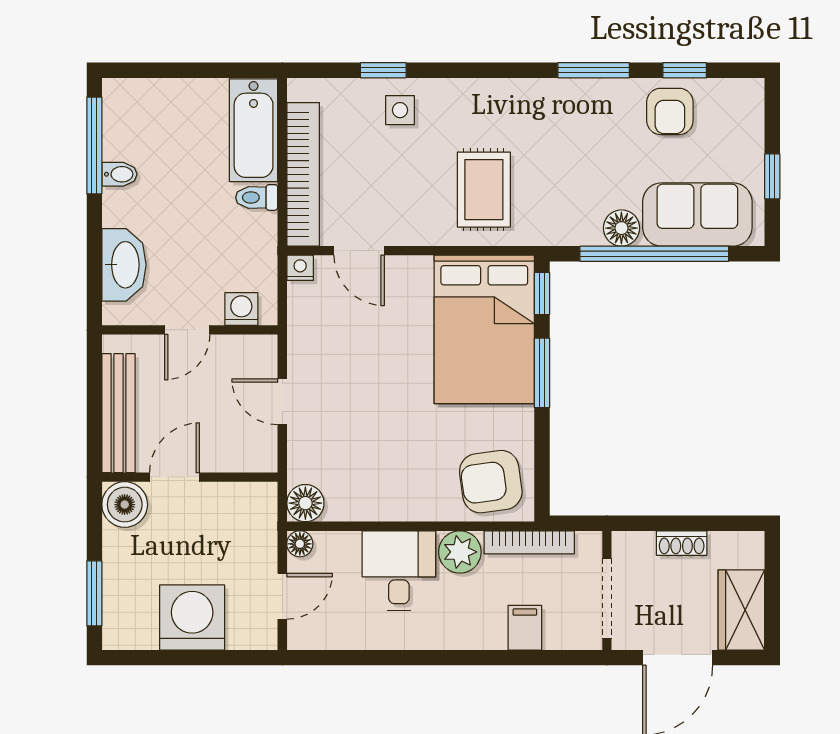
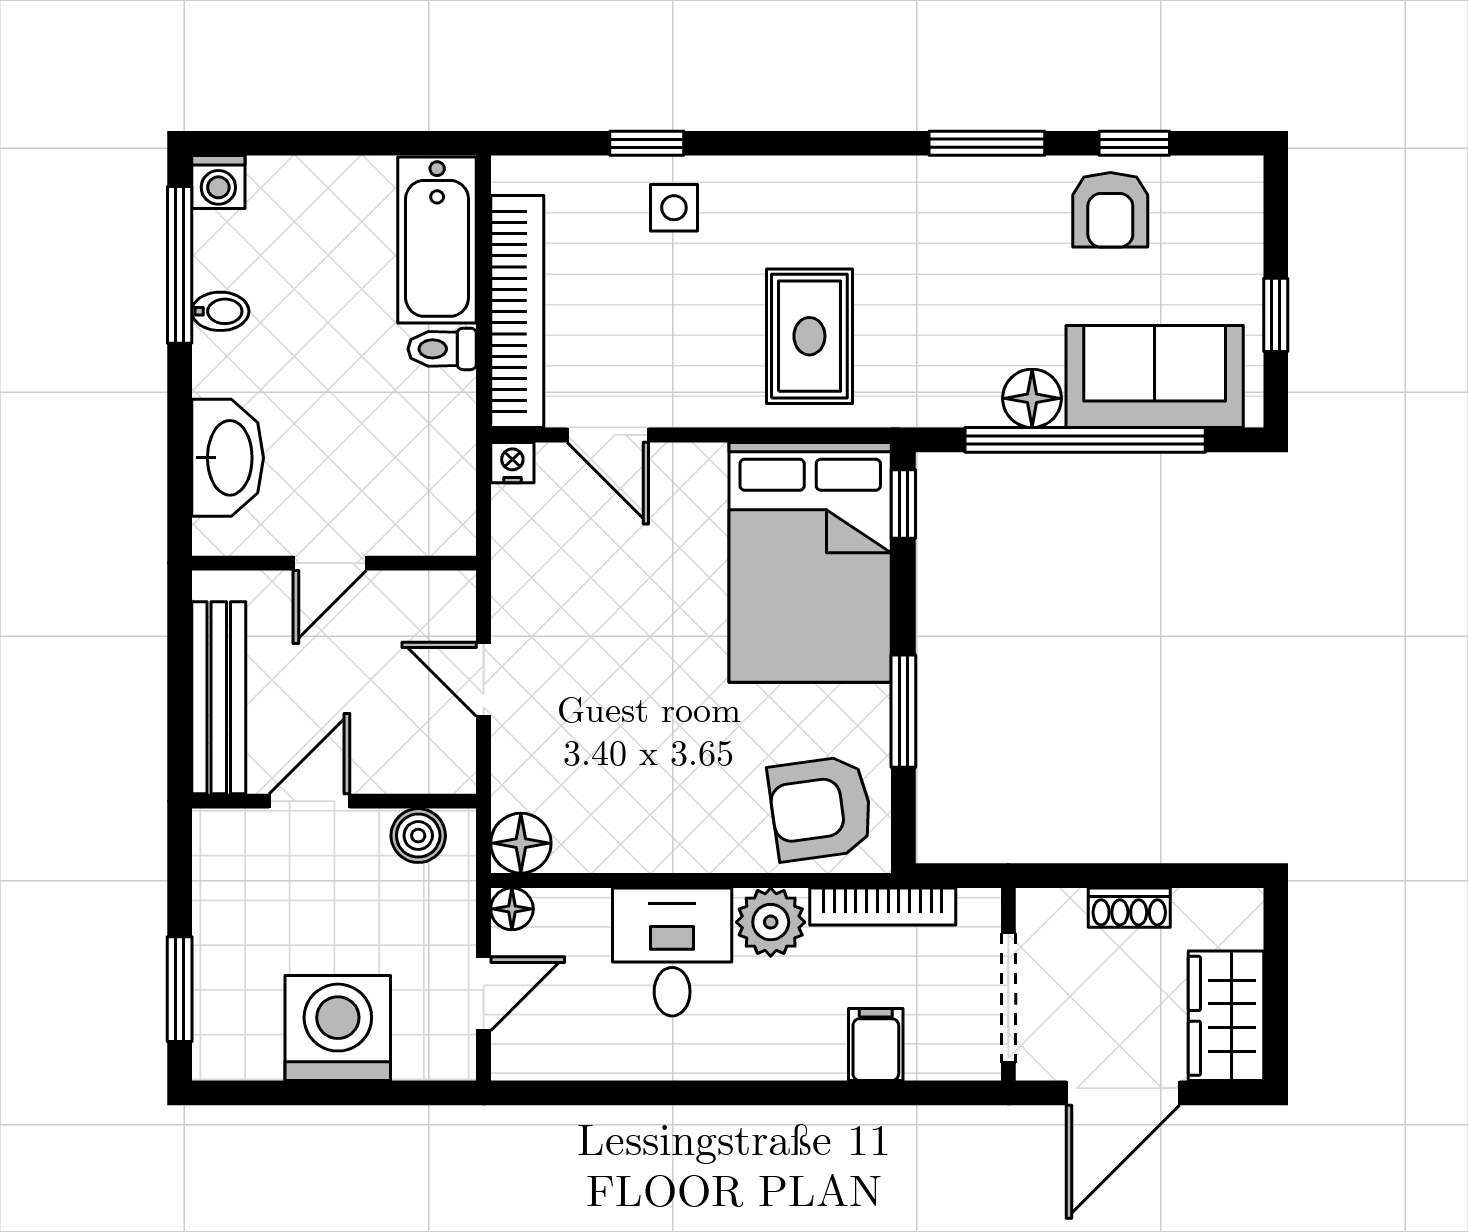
washing machine: (241, 309) -> (218, 182), moved, turned 180
window: (542, 373) -> (903, 711), moved
boiler: (125, 505) -> (418, 836), moved, width x0.73, depth x0.73

